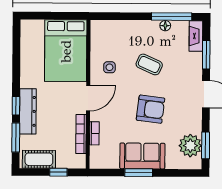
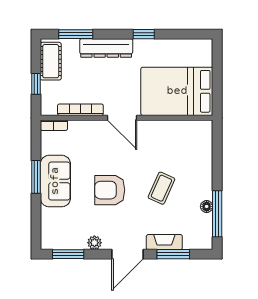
fireplace: (196, 36) -> (164, 242), moved
side table: (109, 67) -> (158, 142), removed
window: (16, 106) -> (144, 34), moved
armchair: (151, 109) -> (110, 190), turned 83
bookcase: (94, 133) -> (54, 125), moved
plant: (190, 146) -> (94, 243), moved, width x0.53, depth x0.53

